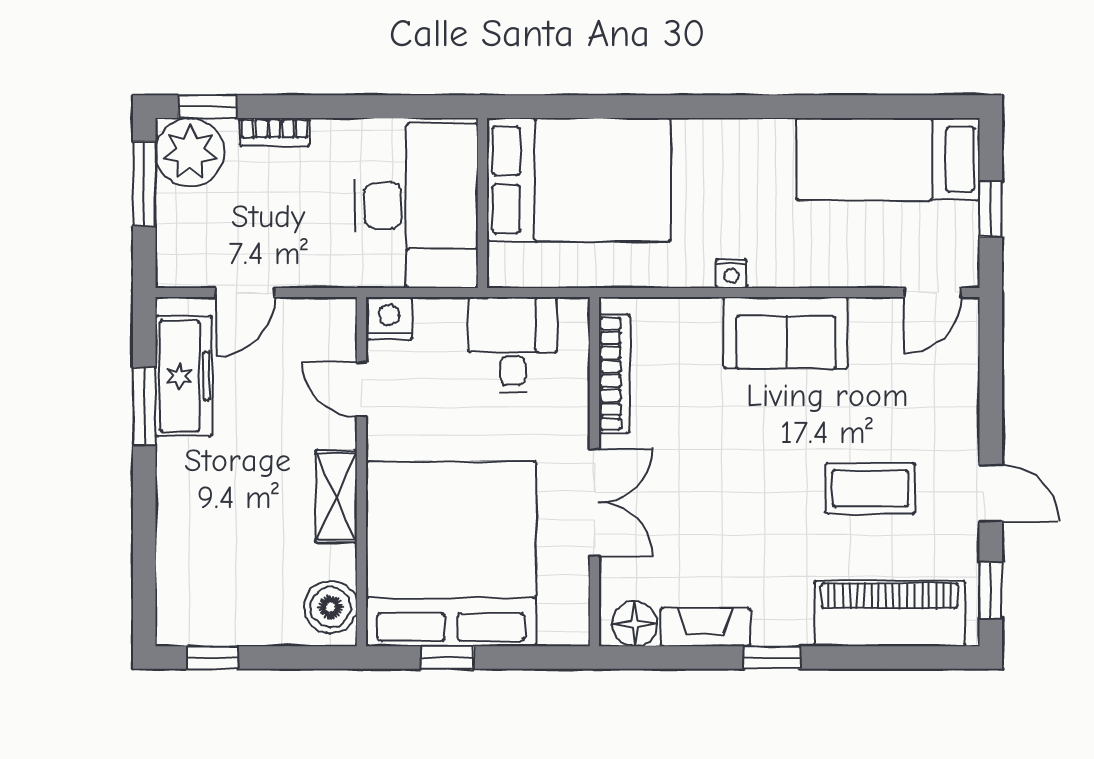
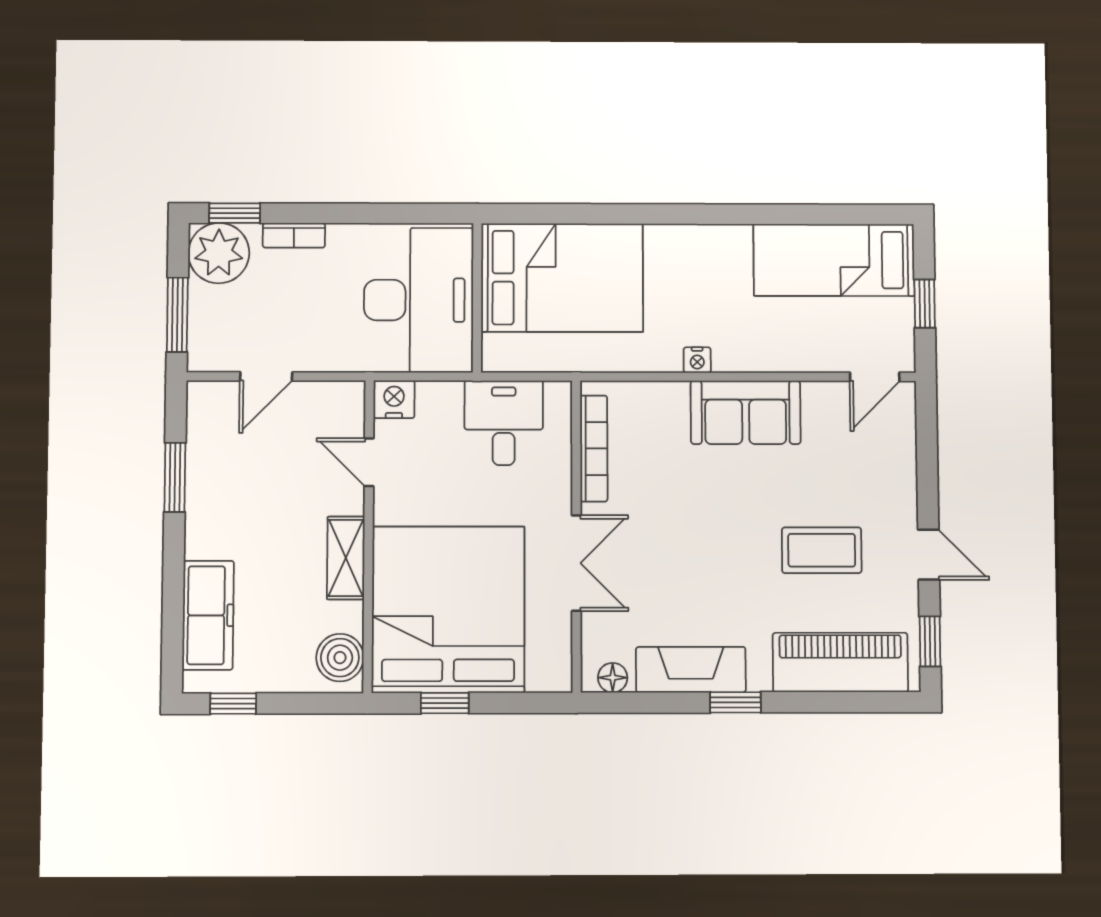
window: (144, 184) -> (177, 315), moved
freezer: (183, 376) -> (208, 615), moved
floor lamp: (635, 624) -> (613, 678), width x0.73, depth x0.73
fireplace: (706, 627) -> (691, 670), width x1.37, depth x1.32

